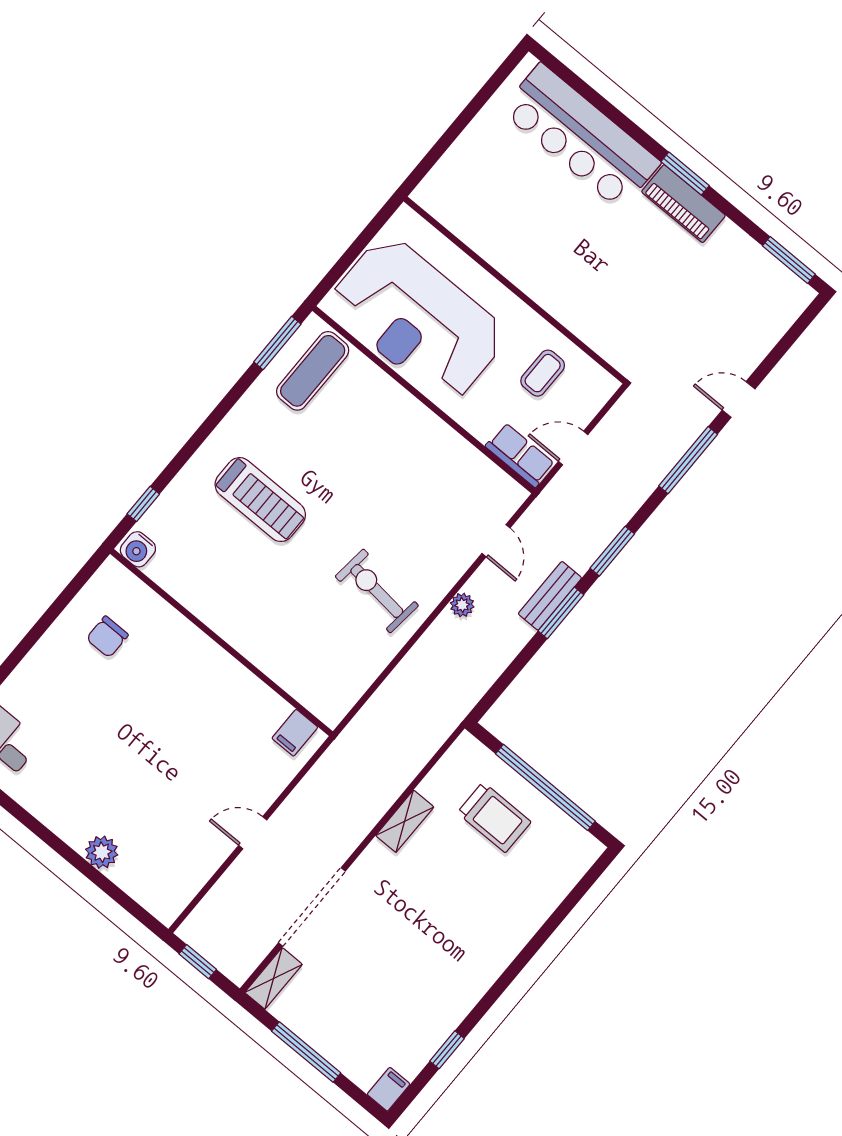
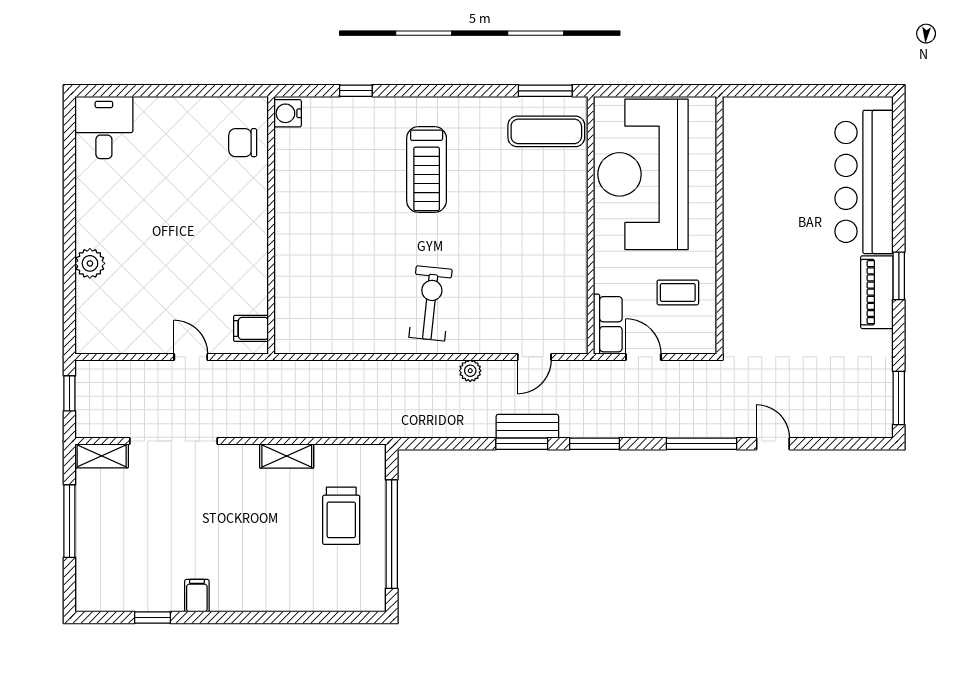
water cooler: (138, 549) -> (288, 113), moved
wall: (221, 643) -> (271, 225), moved
filing cabinet: (295, 733) -> (251, 328), moved
filing cabinet: (389, 1089) -> (197, 596), moved, turned -90

